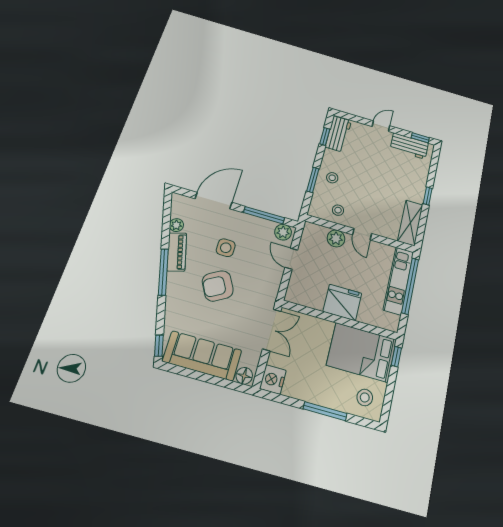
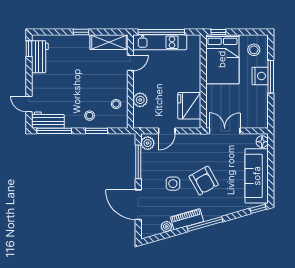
door: (381, 126) -> (29, 104), moved
window: (325, 136) -> (54, 131), width x2.17
door: (362, 234) -> (130, 63), moved
fridge: (342, 302) -> (189, 106), moved
nightstand: (273, 380) -> (260, 76), moved, turned -90

